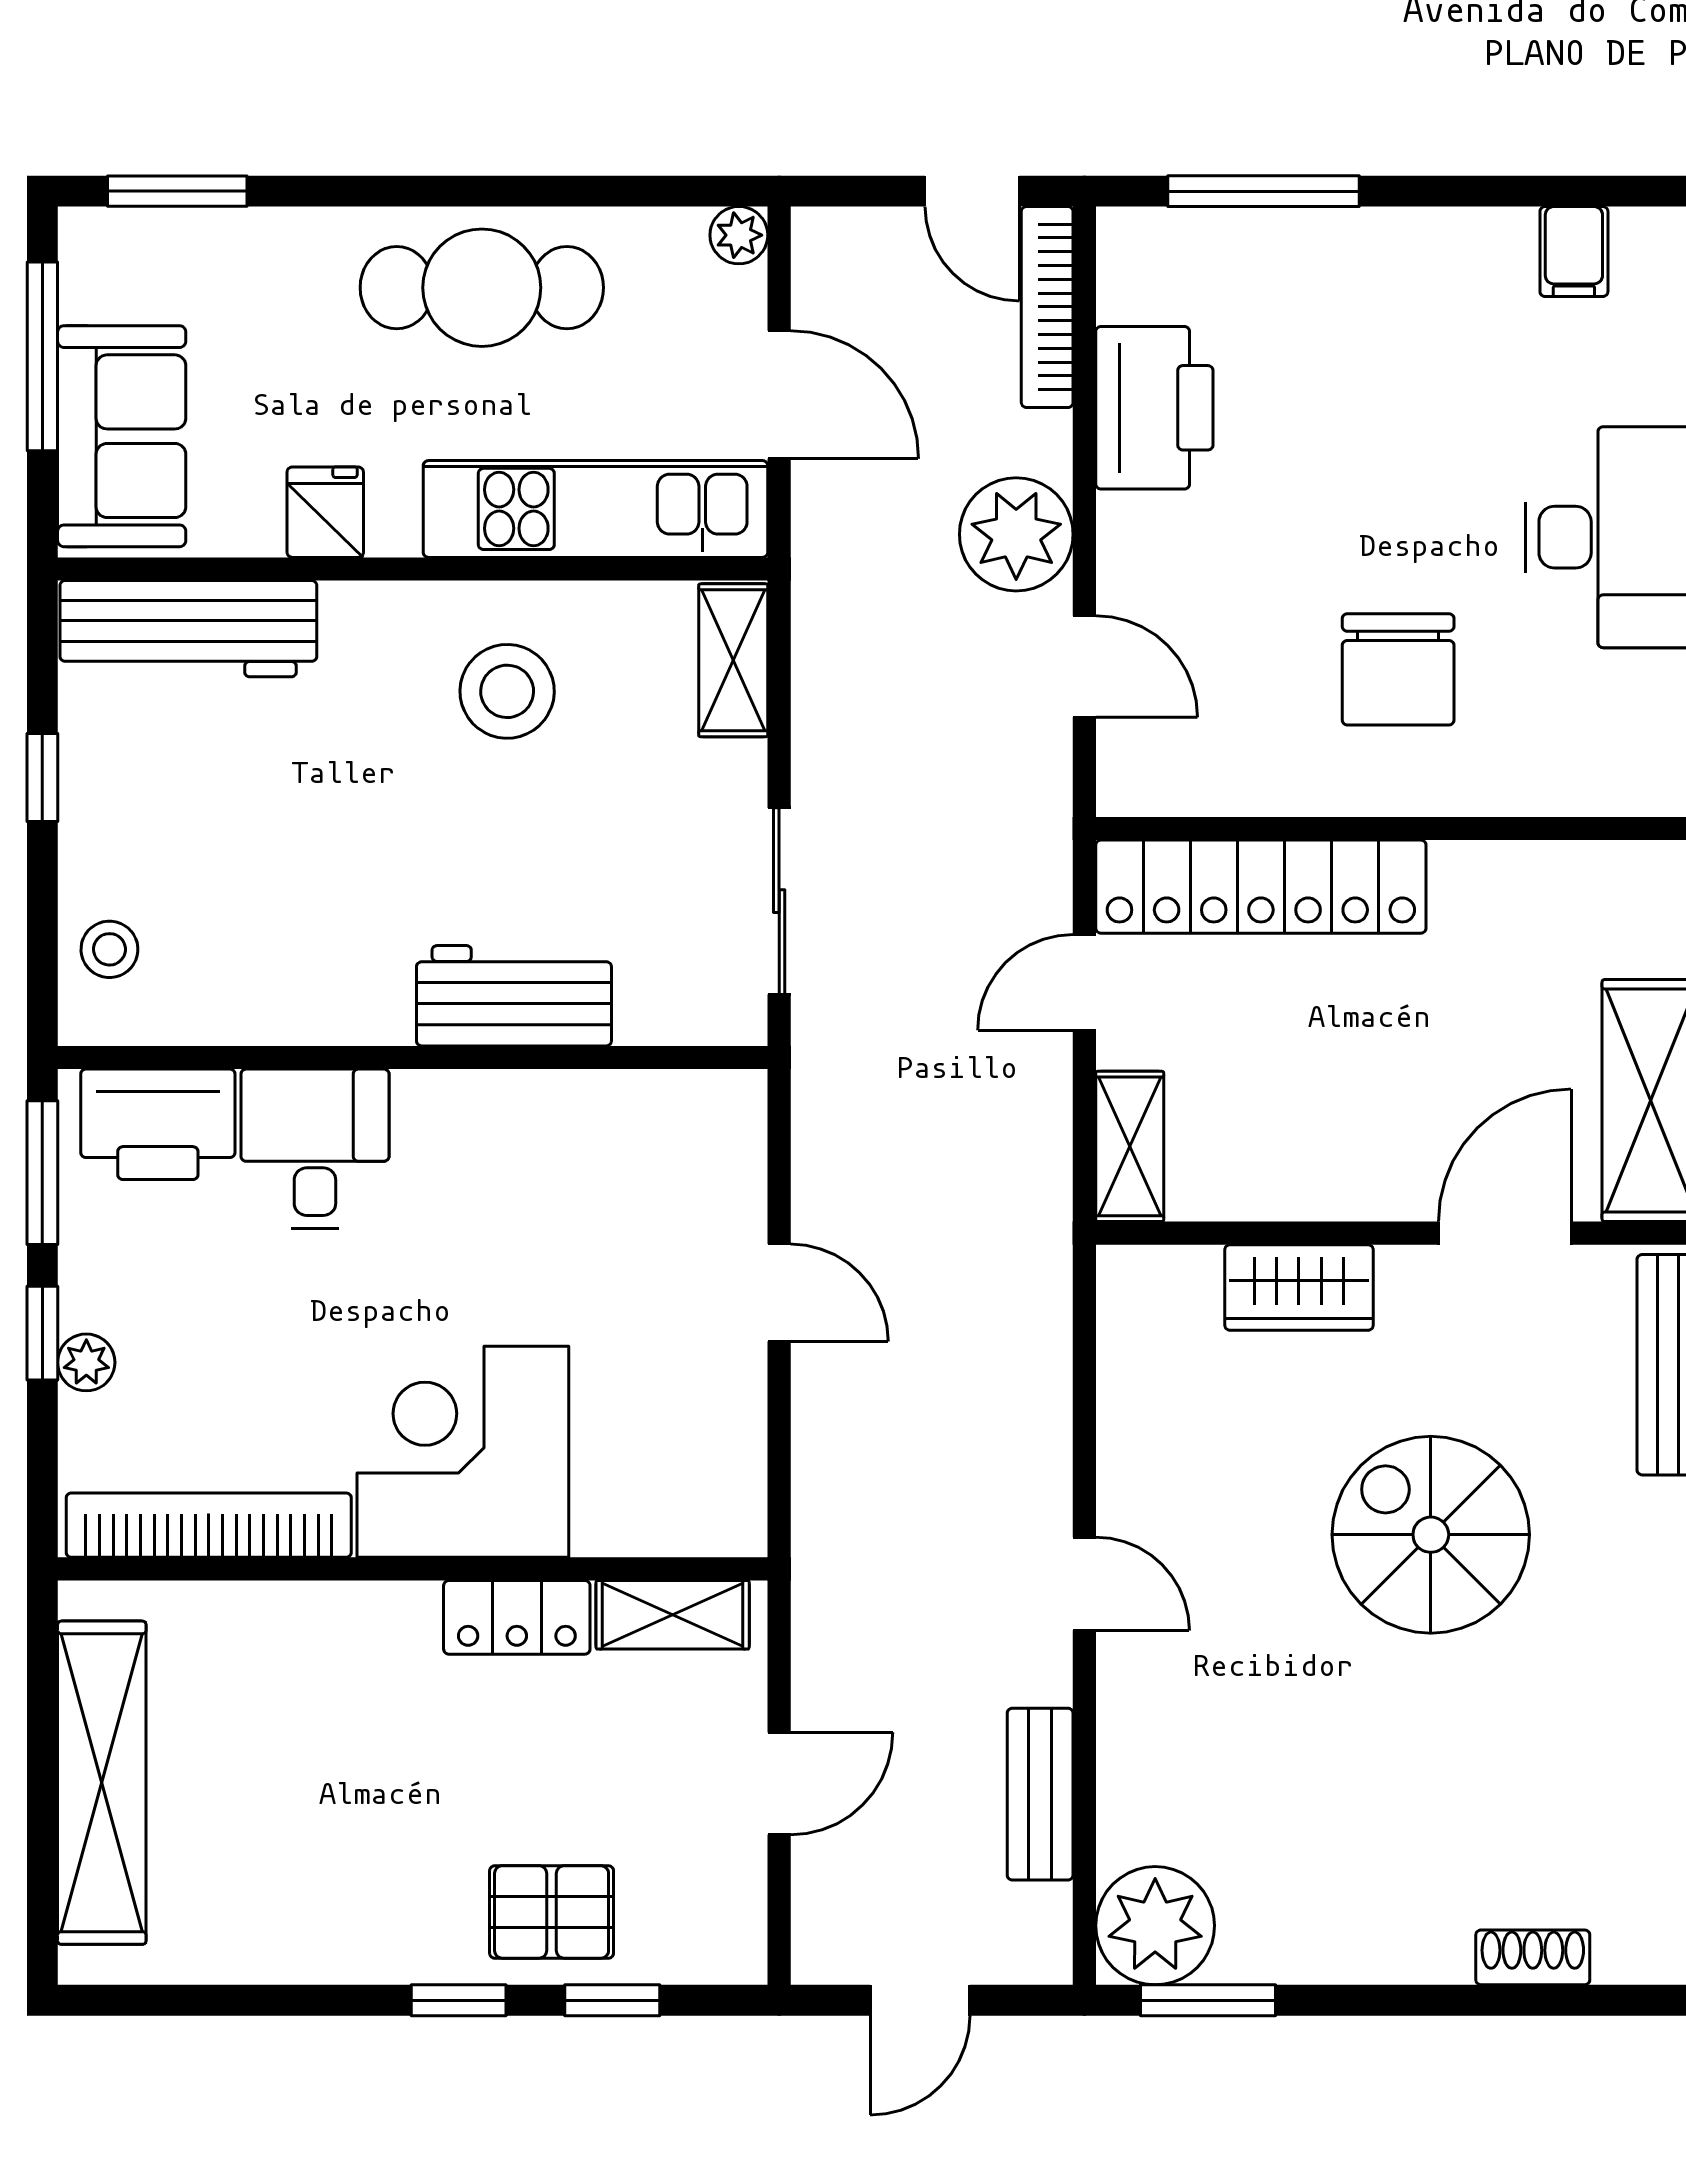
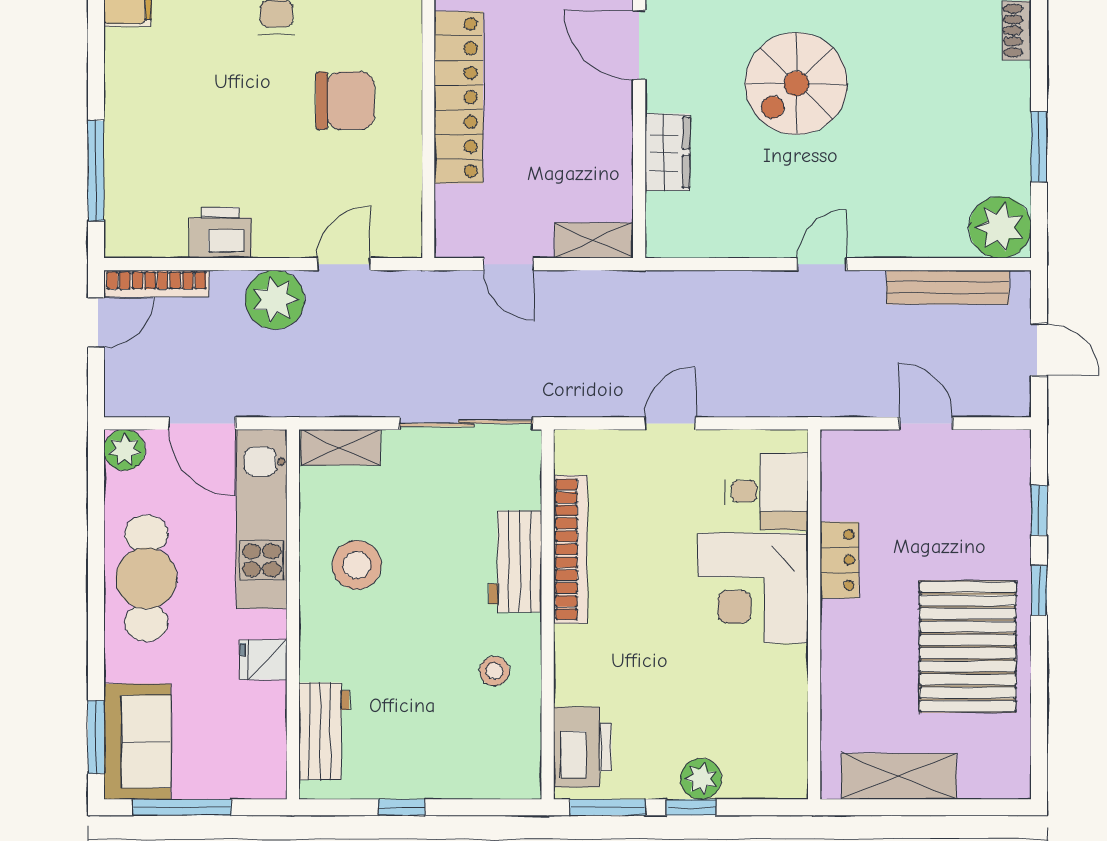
plant: (739, 235) -> (125, 450), width x1.38, depth x1.38
door: (779, 395) -> (202, 423), swing flipped
printer: (1154, 408) -> (220, 233), width x0.73, depth x0.84
sofa: (122, 436) -> (137, 742), moved, turned 90
workbench: (188, 629) -> (324, 731), width x0.73
locker: (1261, 887) -> (459, 97), moved
sliding door: (779, 901) -> (466, 423), width x1.37
stool: (109, 949) -> (495, 671), moved
desk: (315, 1149) -> (767, 491), moved, turned 180
plant: (86, 1362) -> (701, 779), width x1.38, depth x1.38
bookcase: (209, 1525) -> (570, 549), moved, turned 180
shelving: (673, 1615) -> (838, 479), removed
shelving: (102, 1783) -> (899, 776), width x0.68
bench: (1040, 1794) -> (948, 287), width x1.36
pallet: (552, 1912) -> (968, 647), moved, width x2.05, depth x2.00
window: (1208, 2000) -> (1039, 147), moved

